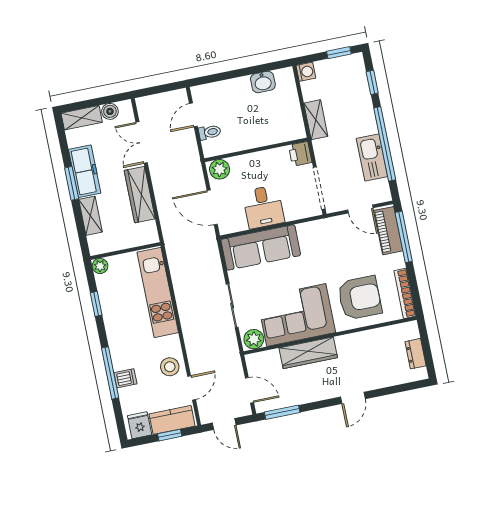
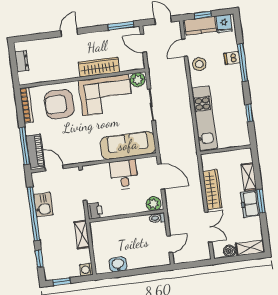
toilet: (210, 132) -> (157, 218), moved
kitchen sink: (372, 157) -> (43, 205), width x0.73
freezer: (85, 171) -> (250, 204), width x0.71
plant: (100, 266) -> (244, 140), removed

